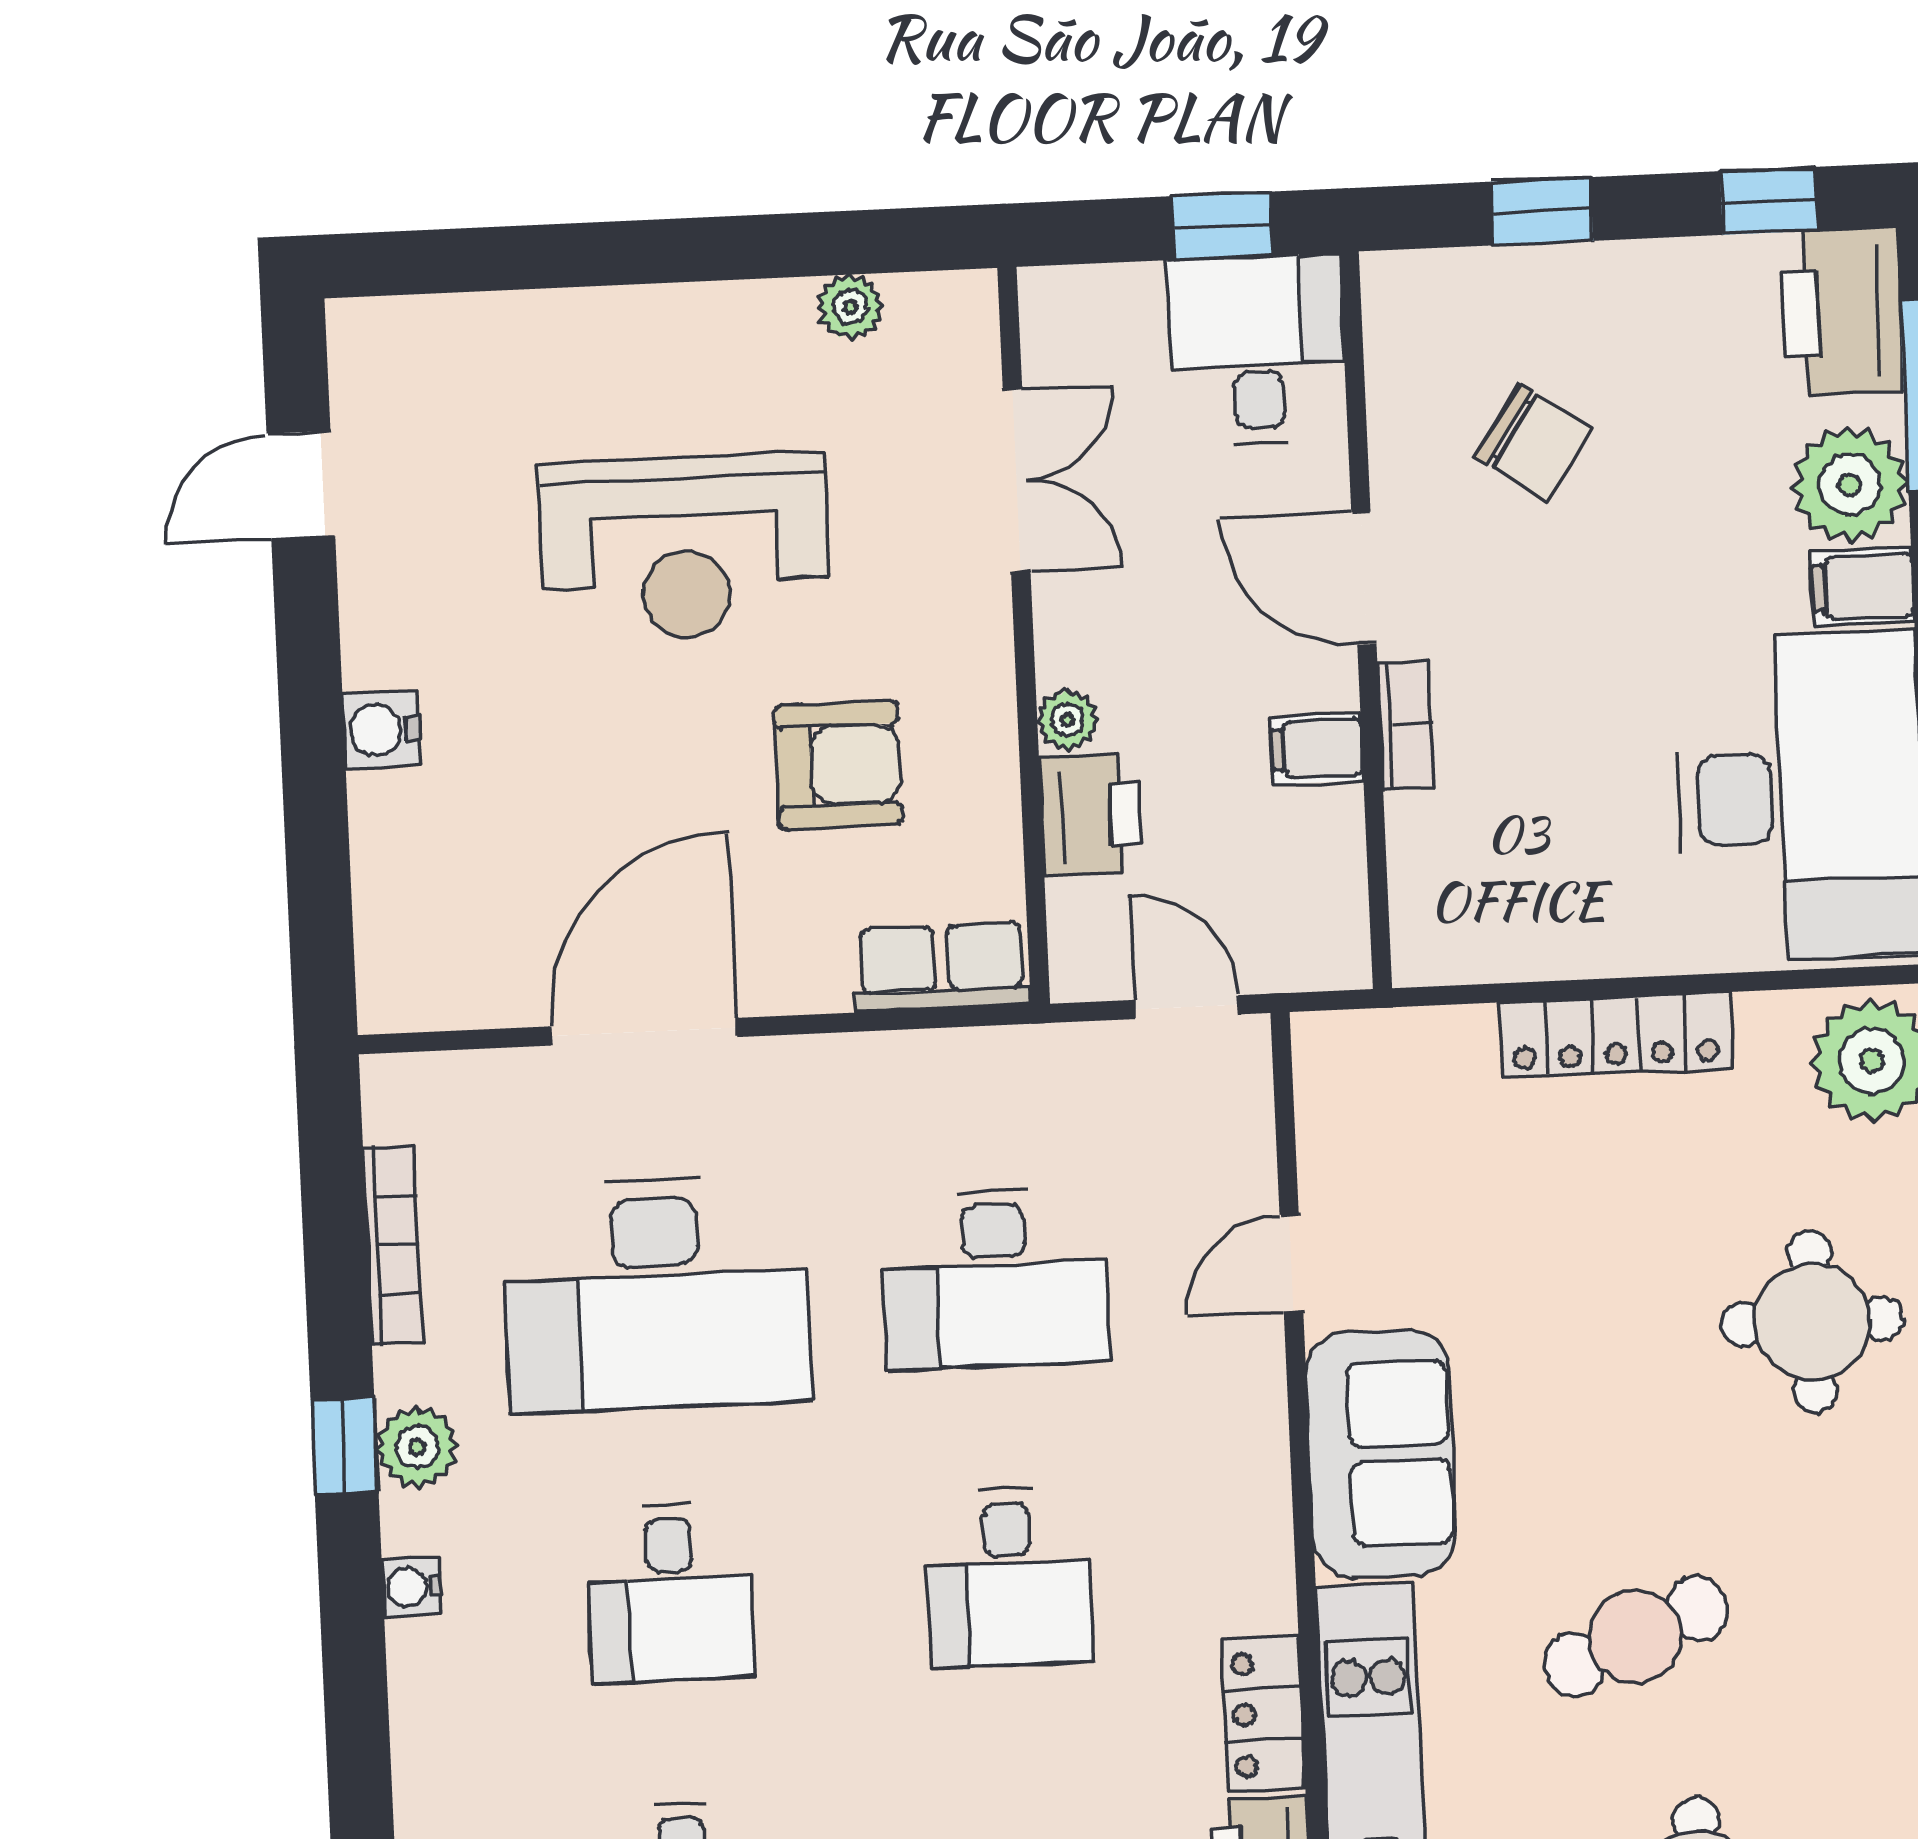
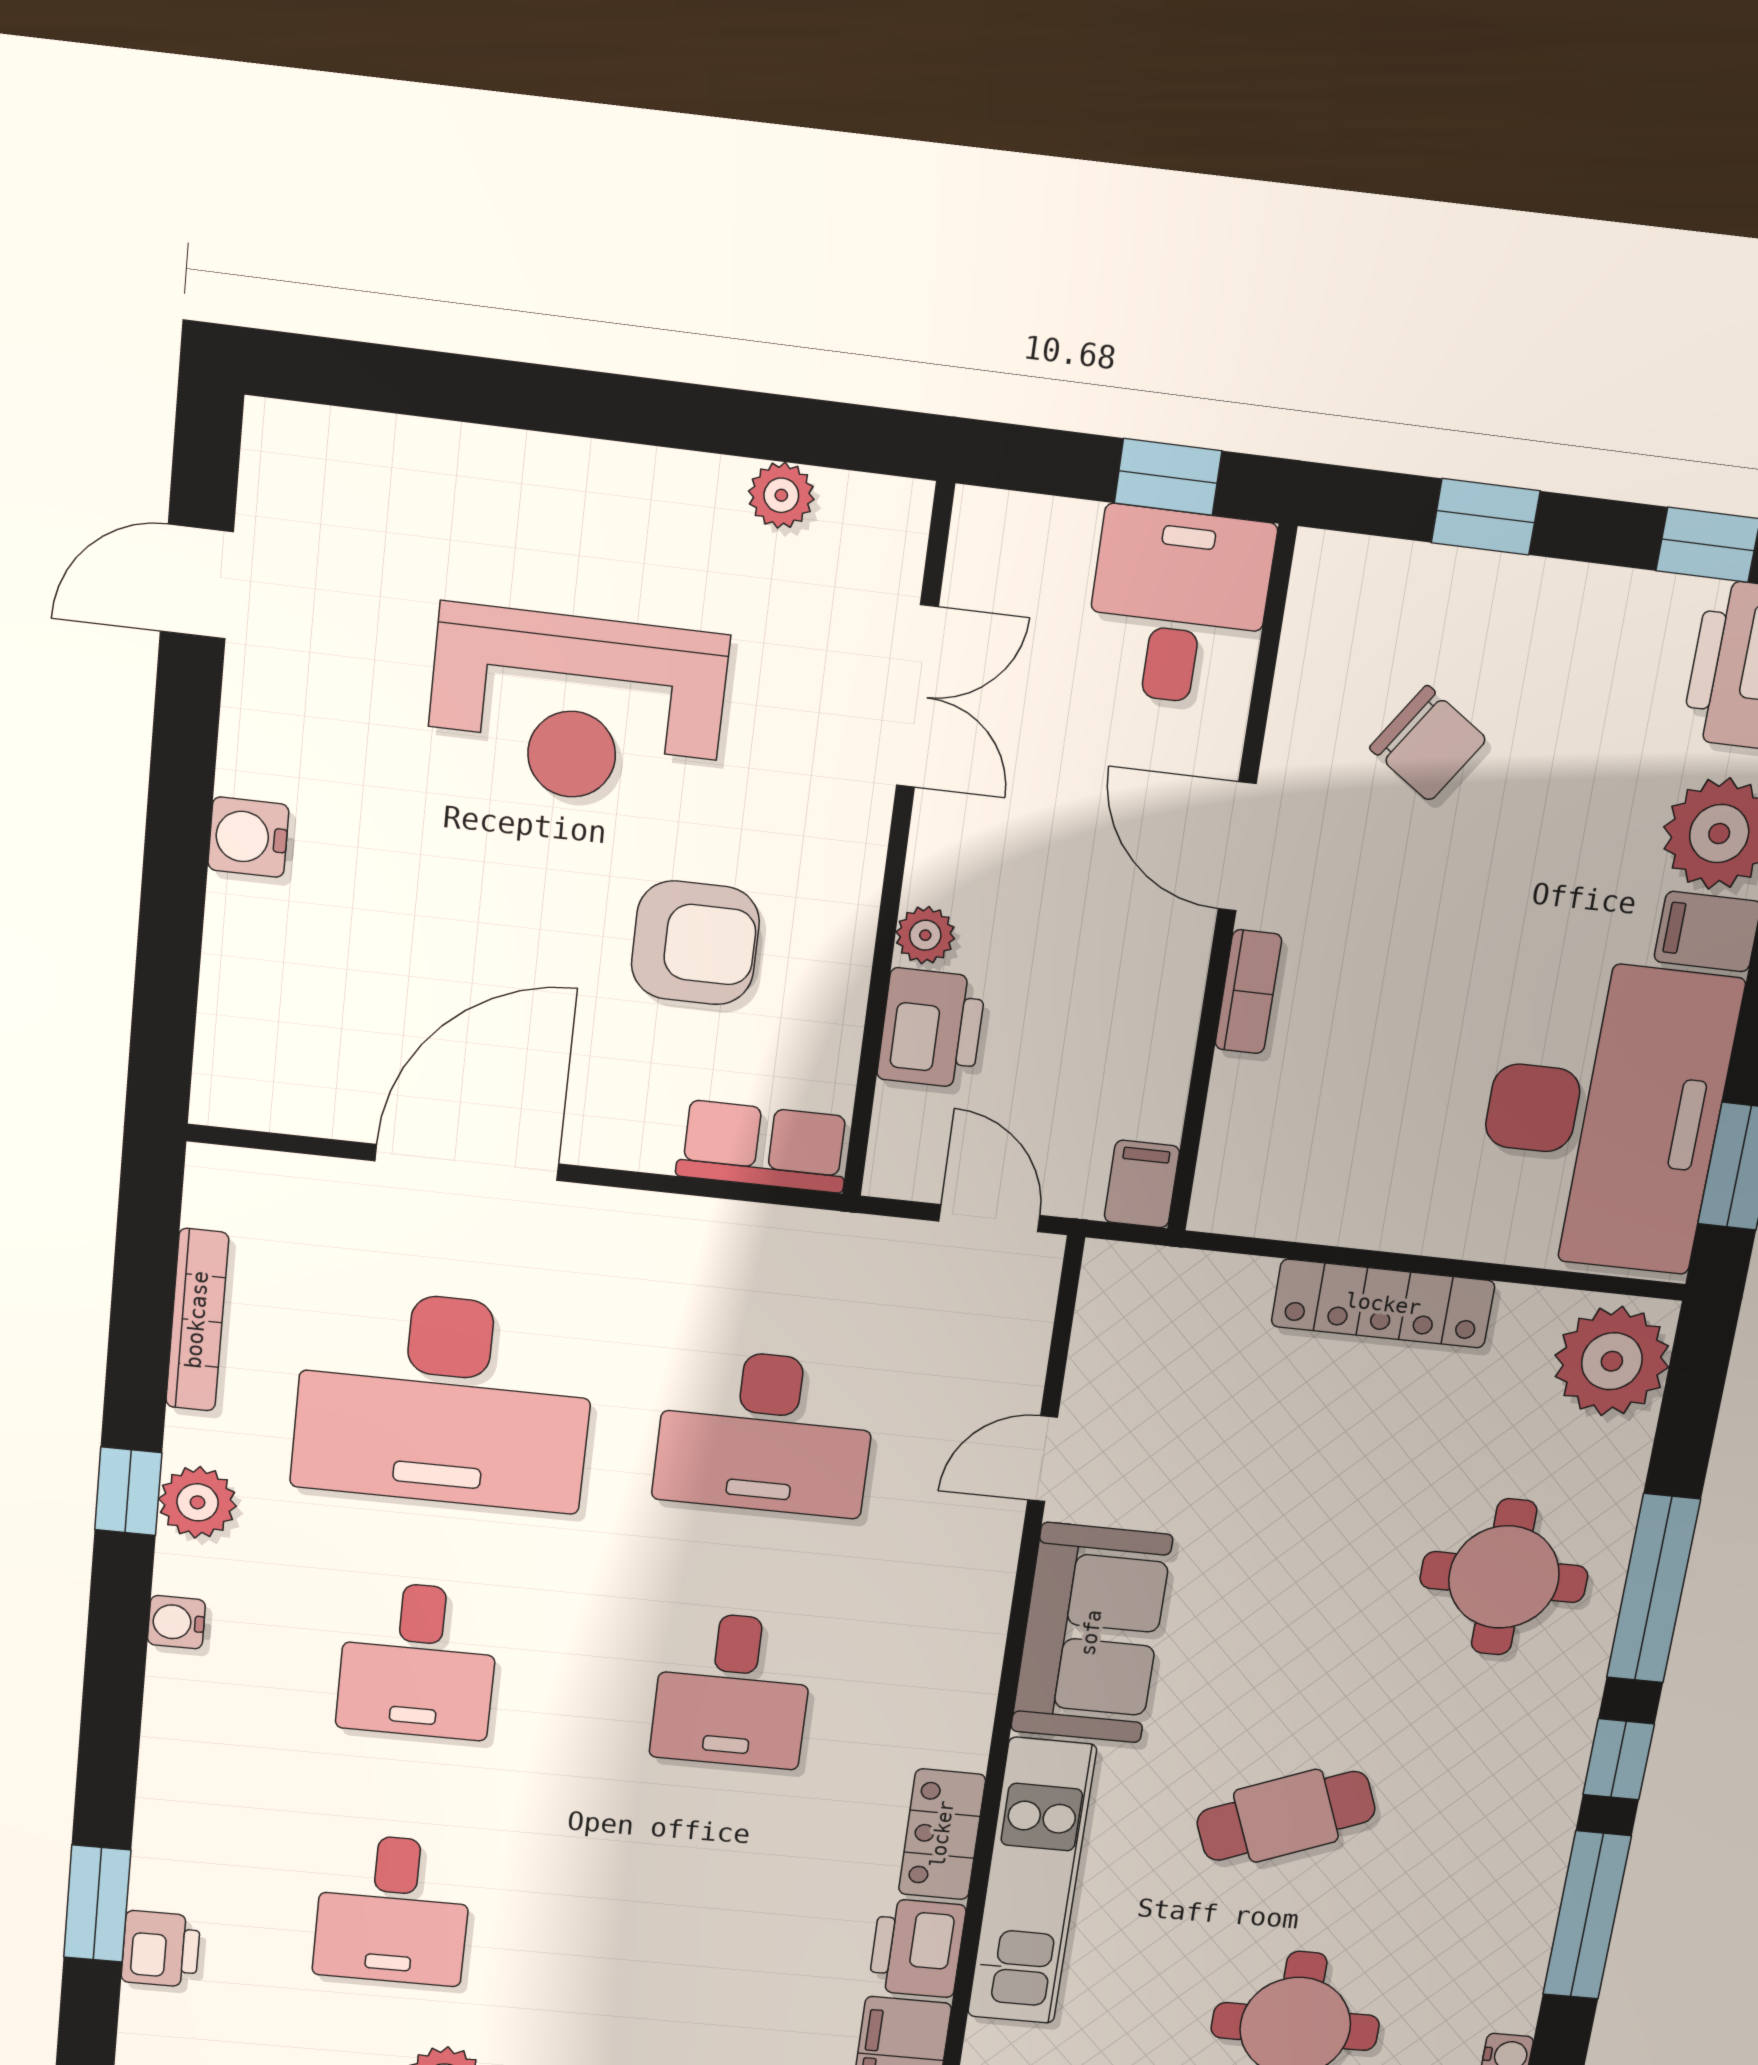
filing cabinet: (1317, 748) -> (1142, 1184), moved, turned 90

